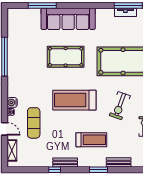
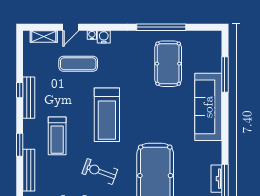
pool table: (66, 57) -> (168, 64), moved
treadmill: (74, 100) -> (107, 115), turned 180
bench: (65, 162) -> (29, 98), width x1.36
bench: (119, 162) -> (29, 170), width x1.36

